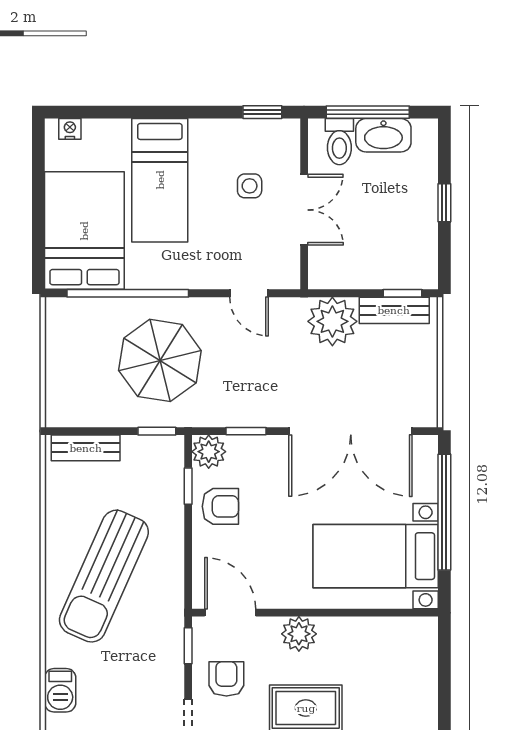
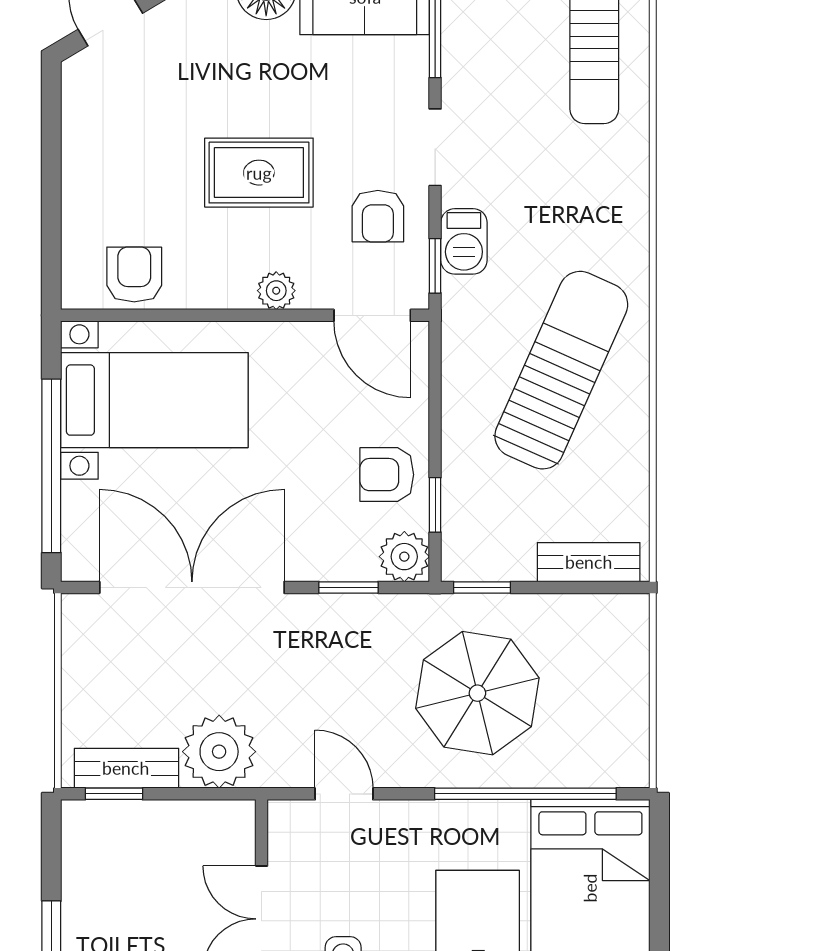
plant: (299, 634) -> (276, 291), width x0.73, depth x0.73
armchair: (389, 640) -> (134, 274), added
barbecue: (60, 690) -> (464, 241), moved, turned 180

